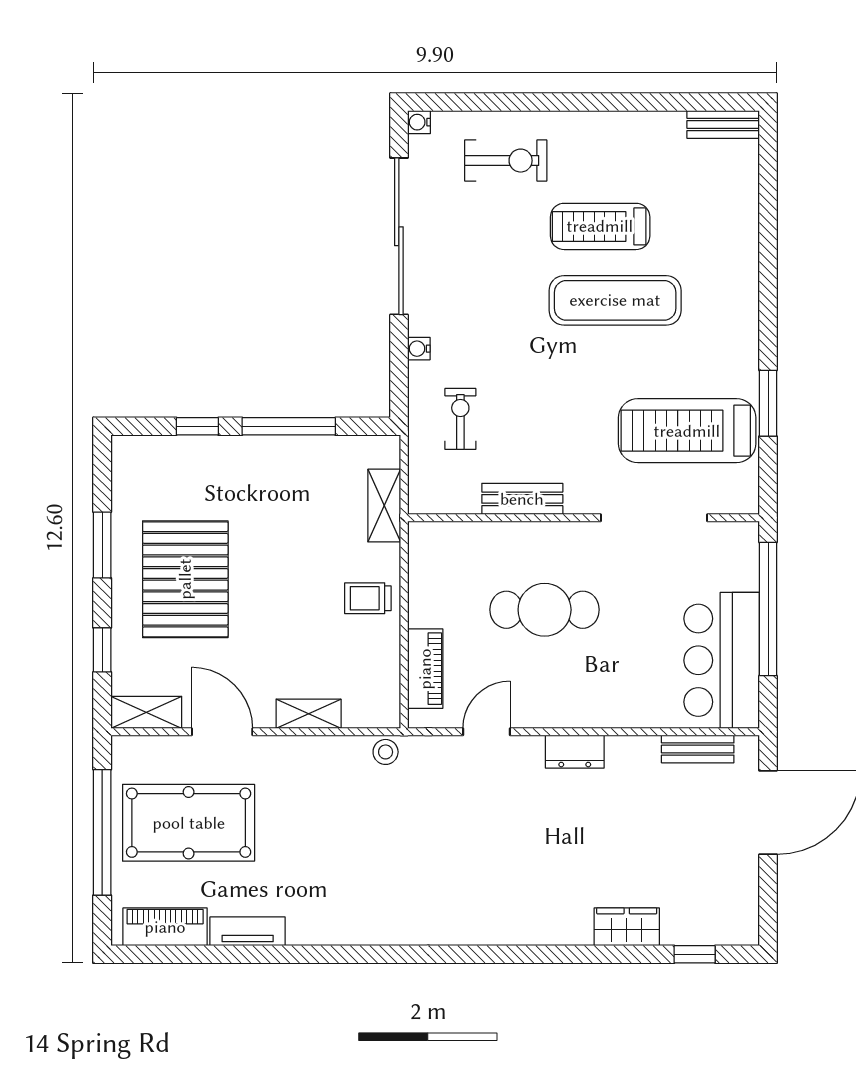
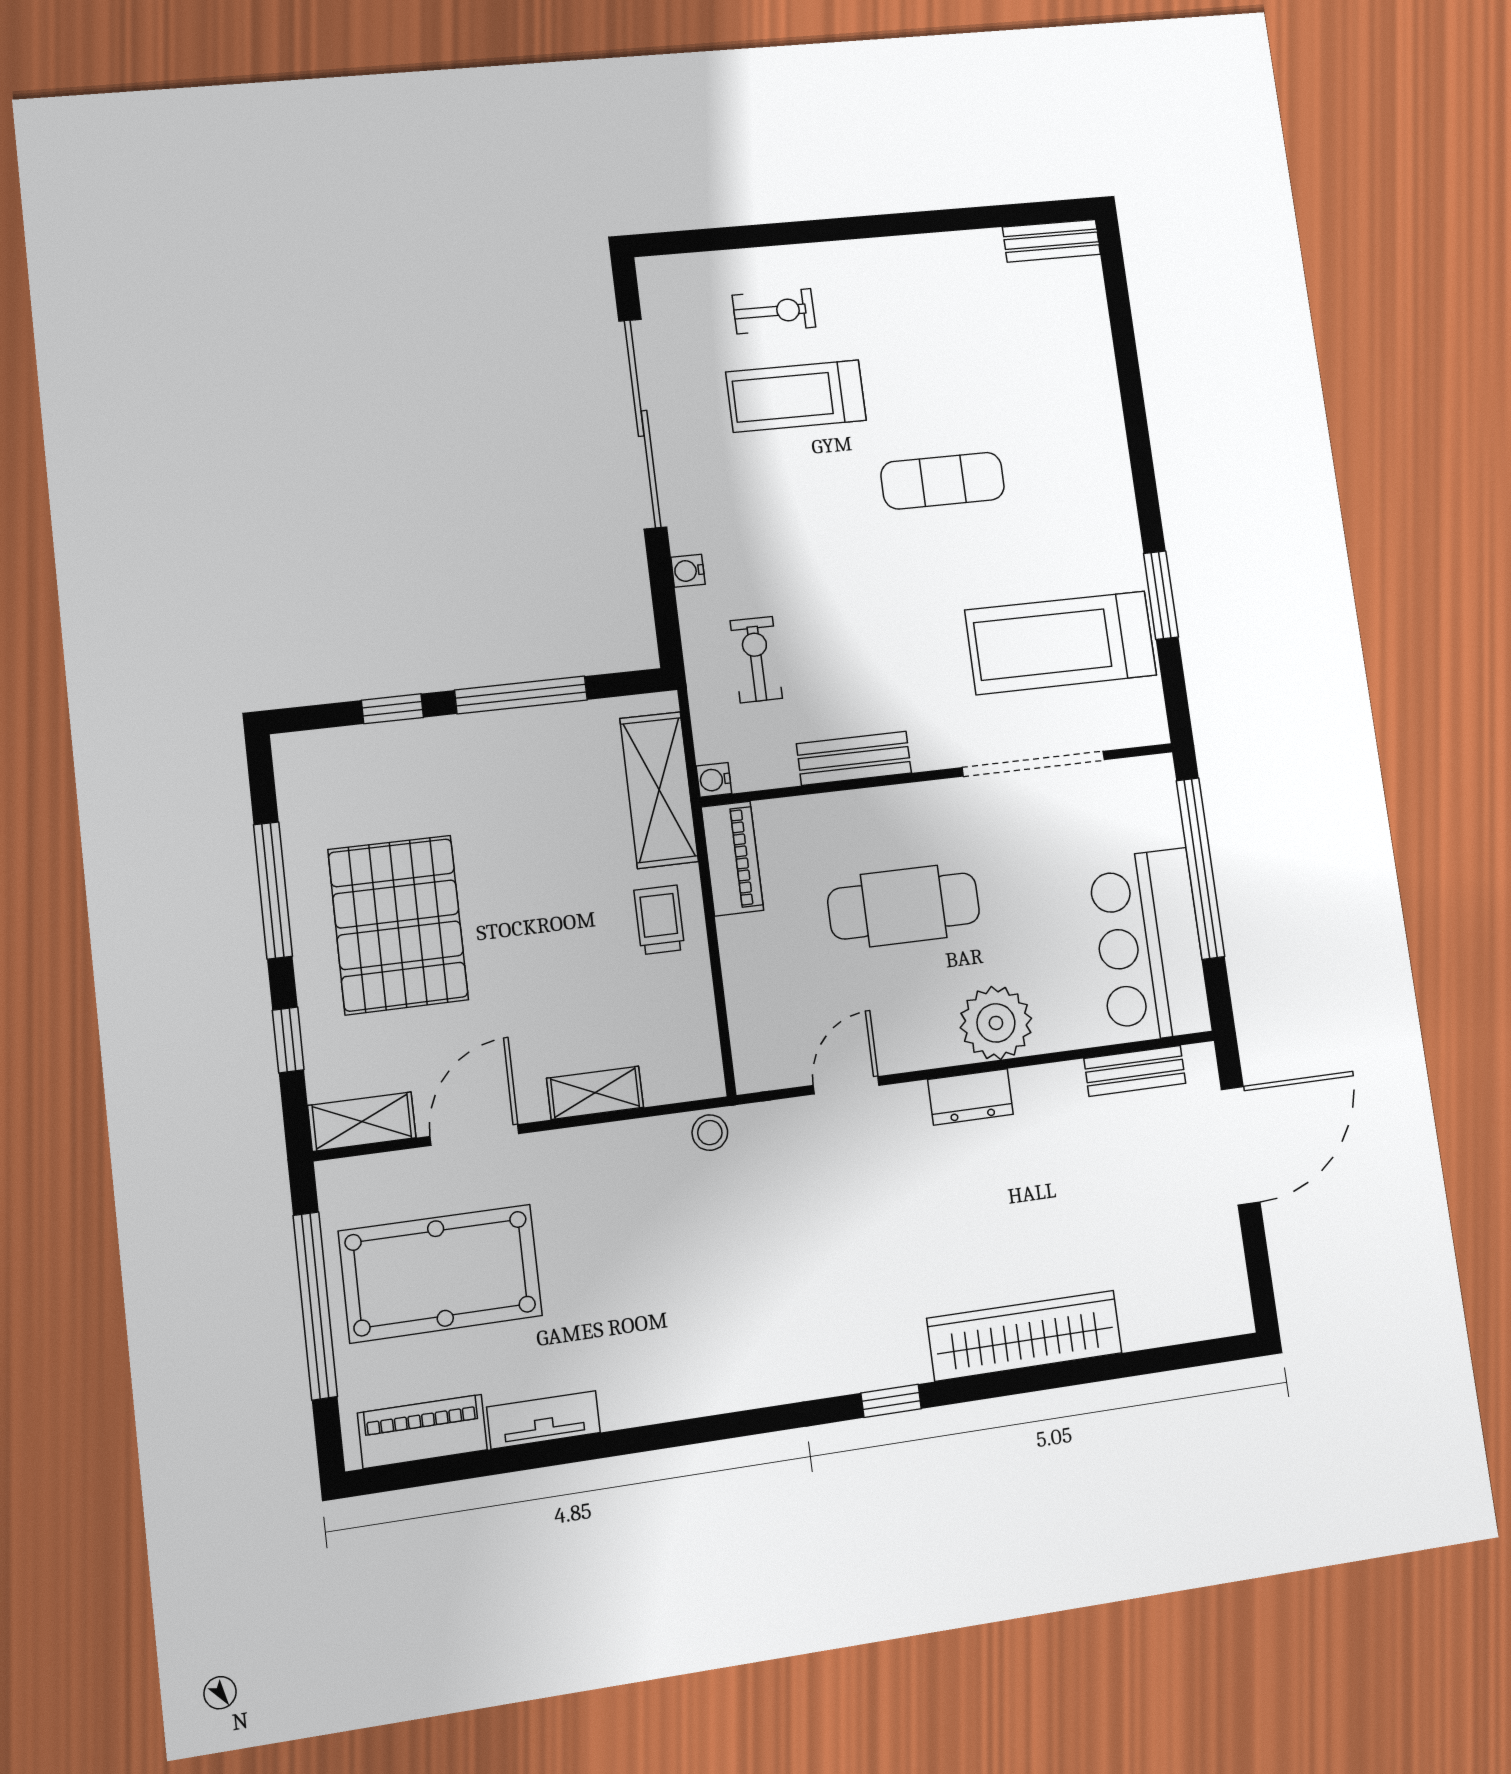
water cooler: (419, 122) -> (714, 780), moved
exercise bike: (506, 161) -> (774, 311), width x0.73, depth x0.72
treadmill: (600, 226) -> (796, 396), moved
exercise mat: (615, 300) -> (943, 481), width x0.73, depth x0.69
shelving: (384, 506) -> (659, 790), width x1.50, depth x1.33
window: (102, 545) -> (273, 890), width x1.44
trolley: (368, 598) -> (659, 920), turned 90
piano: (425, 669) -> (732, 859), moved
plant: (600, 702) -> (996, 1023), added
door: (222, 732) -> (474, 1135), hinge flipped
wardrobe: (627, 927) -> (1025, 1336), width x2.10, depth x1.17
window: (695, 954) -> (891, 1401), moved

